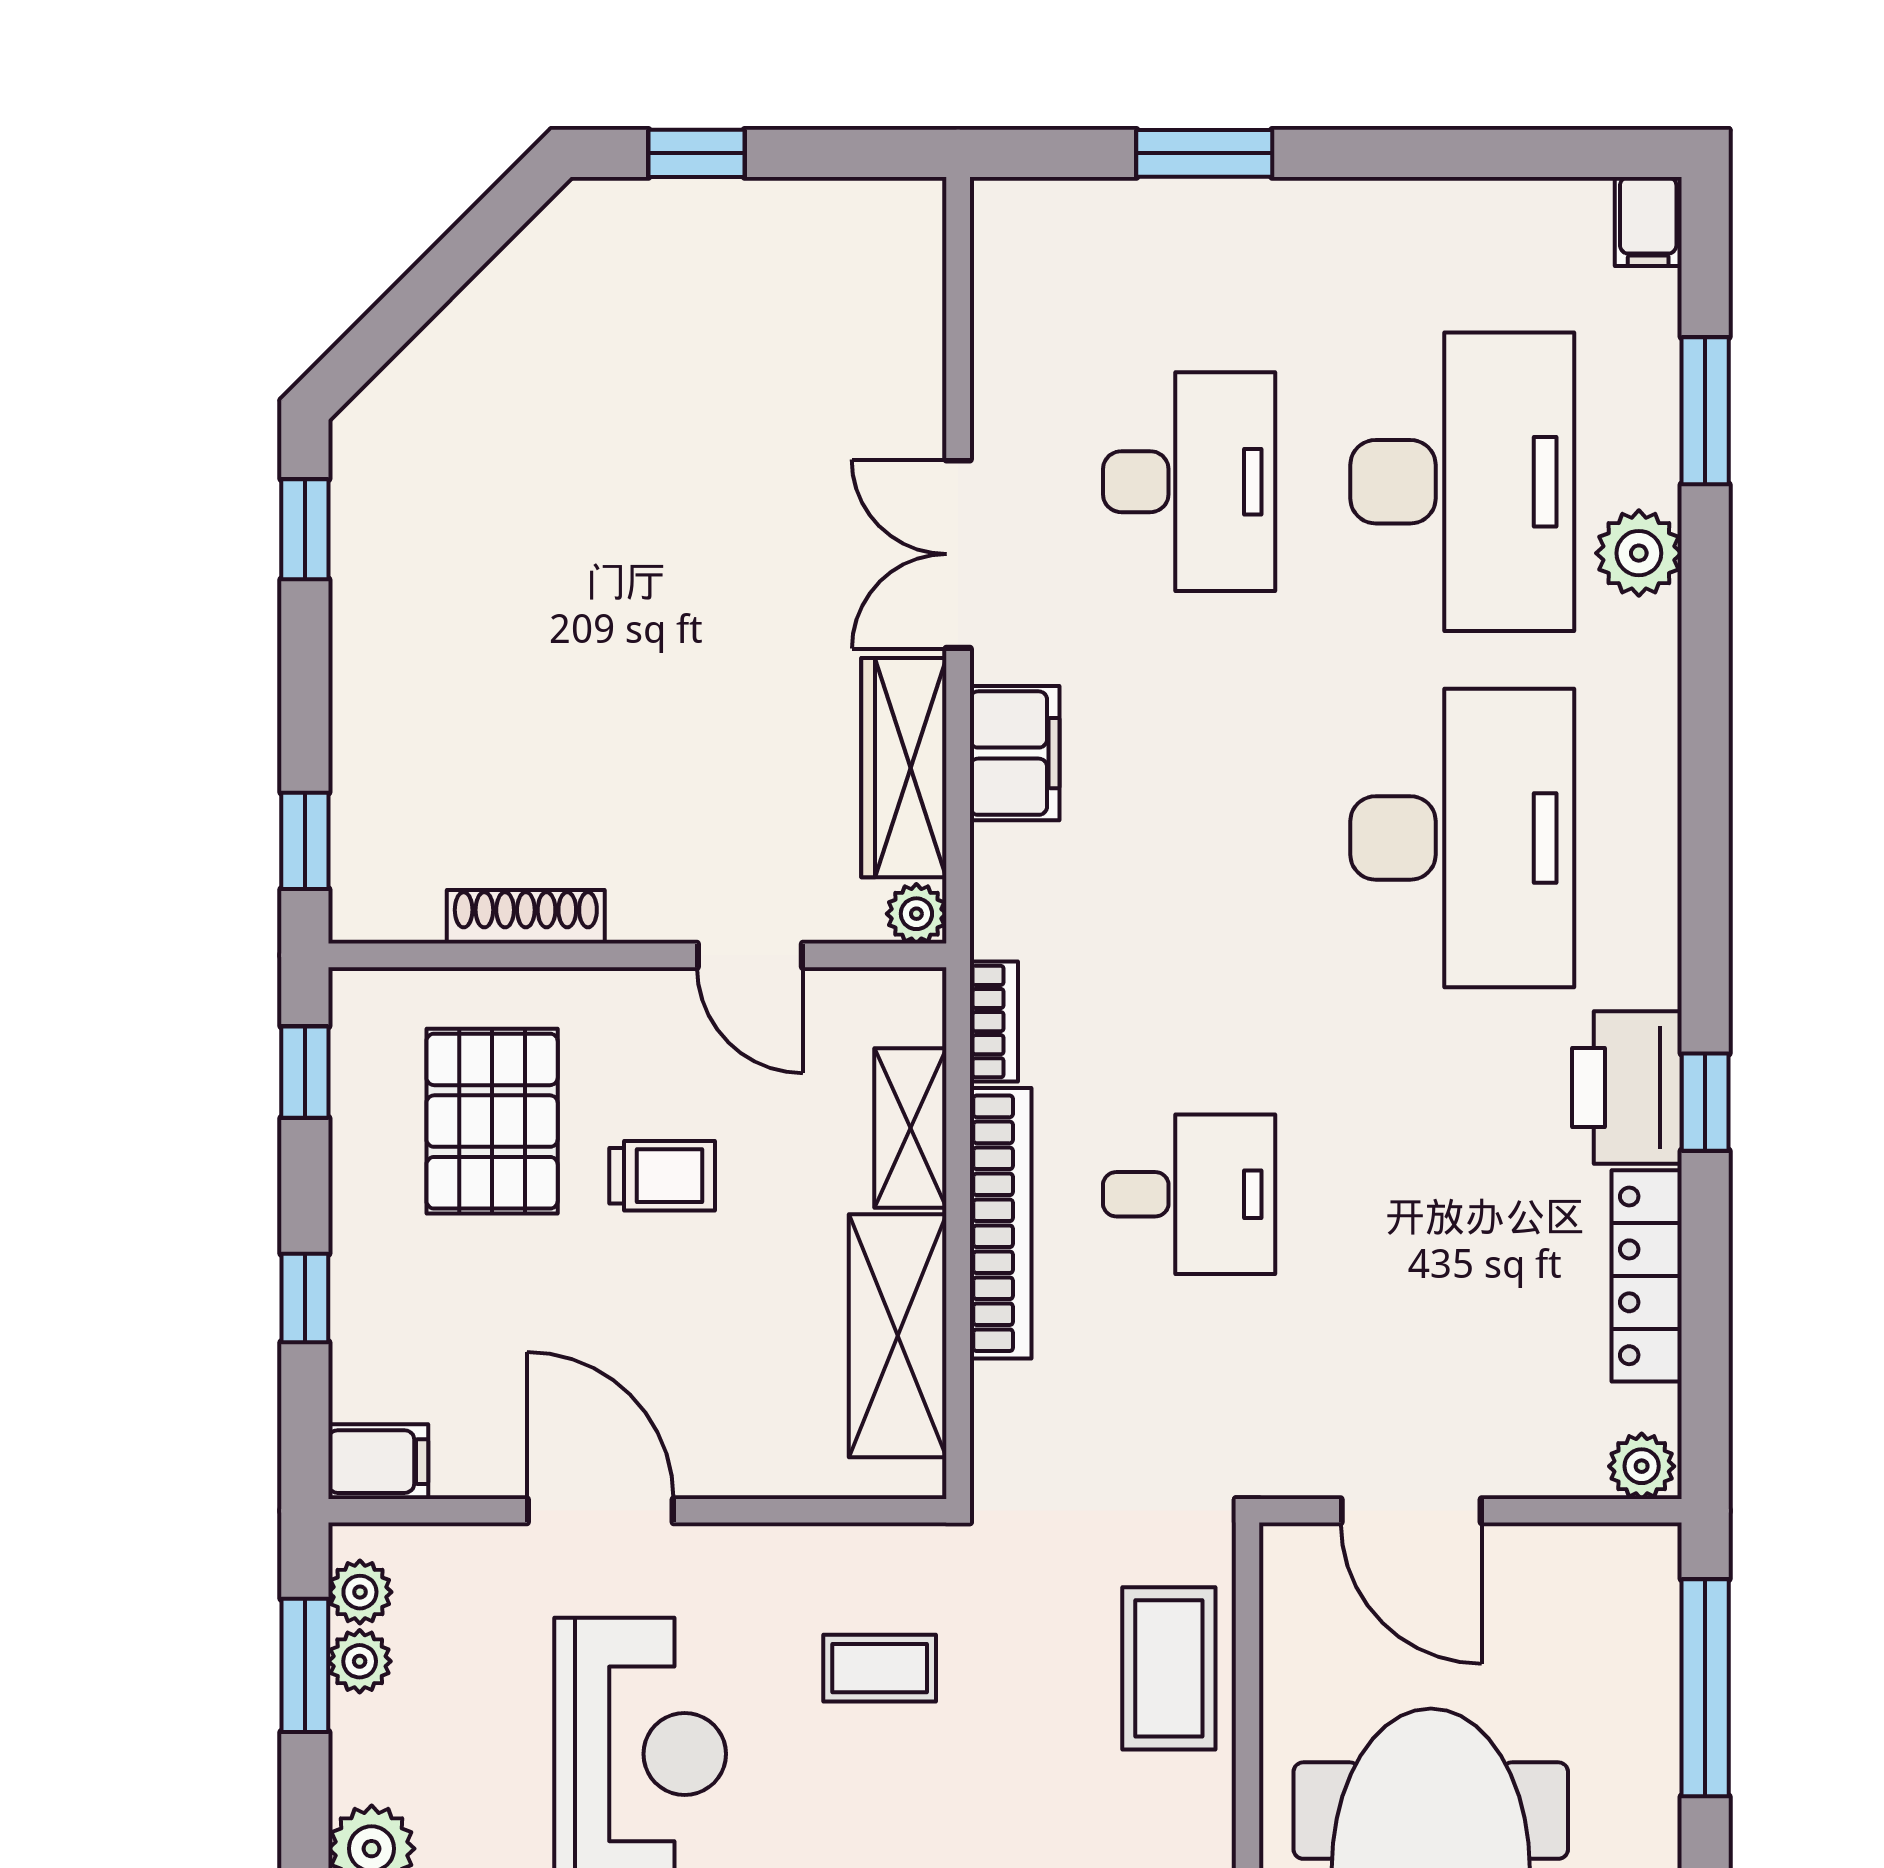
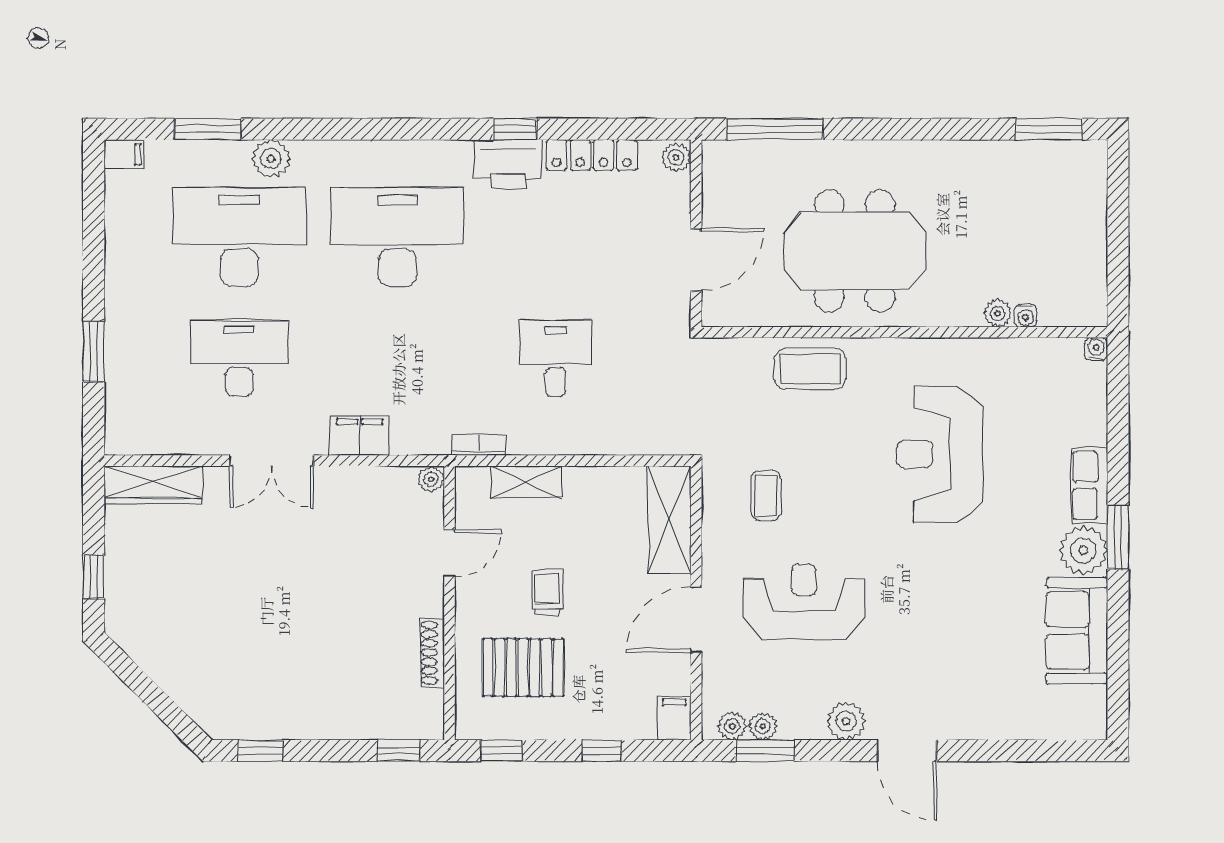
wardrobe: (904, 768) -> (153, 485), moved
bookcase: (1001, 1223) -> (568, 442), removed
shelving: (898, 1336) -> (669, 520), moved, turned 90
coffee table: (1169, 1668) -> (810, 369), moved

